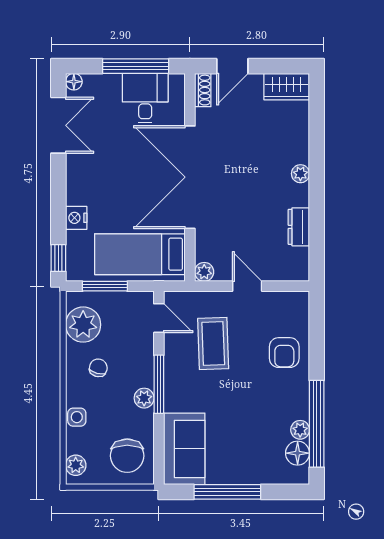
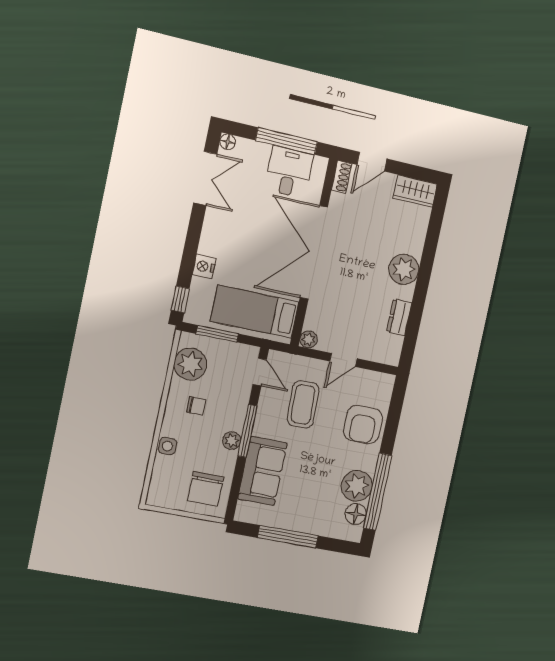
plant: (300, 174) -> (404, 269), width x1.88, depth x1.88
door: (247, 286) -> (343, 360), swing flipped
armchair: (284, 353) -> (363, 425), width x1.38, depth x1.38
chair: (98, 368) -> (196, 406), turned 75
plant: (300, 430) -> (357, 486), width x1.88, depth x1.88
sofa: (184, 449) -> (262, 471), moved
plant: (76, 465) -> (158, 489), removed

